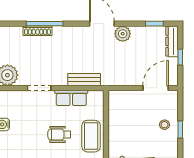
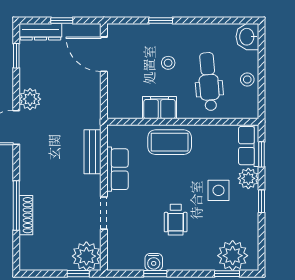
stool: (165, 125) -> (168, 63), moved
filing cabinet: (116, 129) -> (159, 108), added
wheelchair: (59, 134) -> (176, 220), moved

